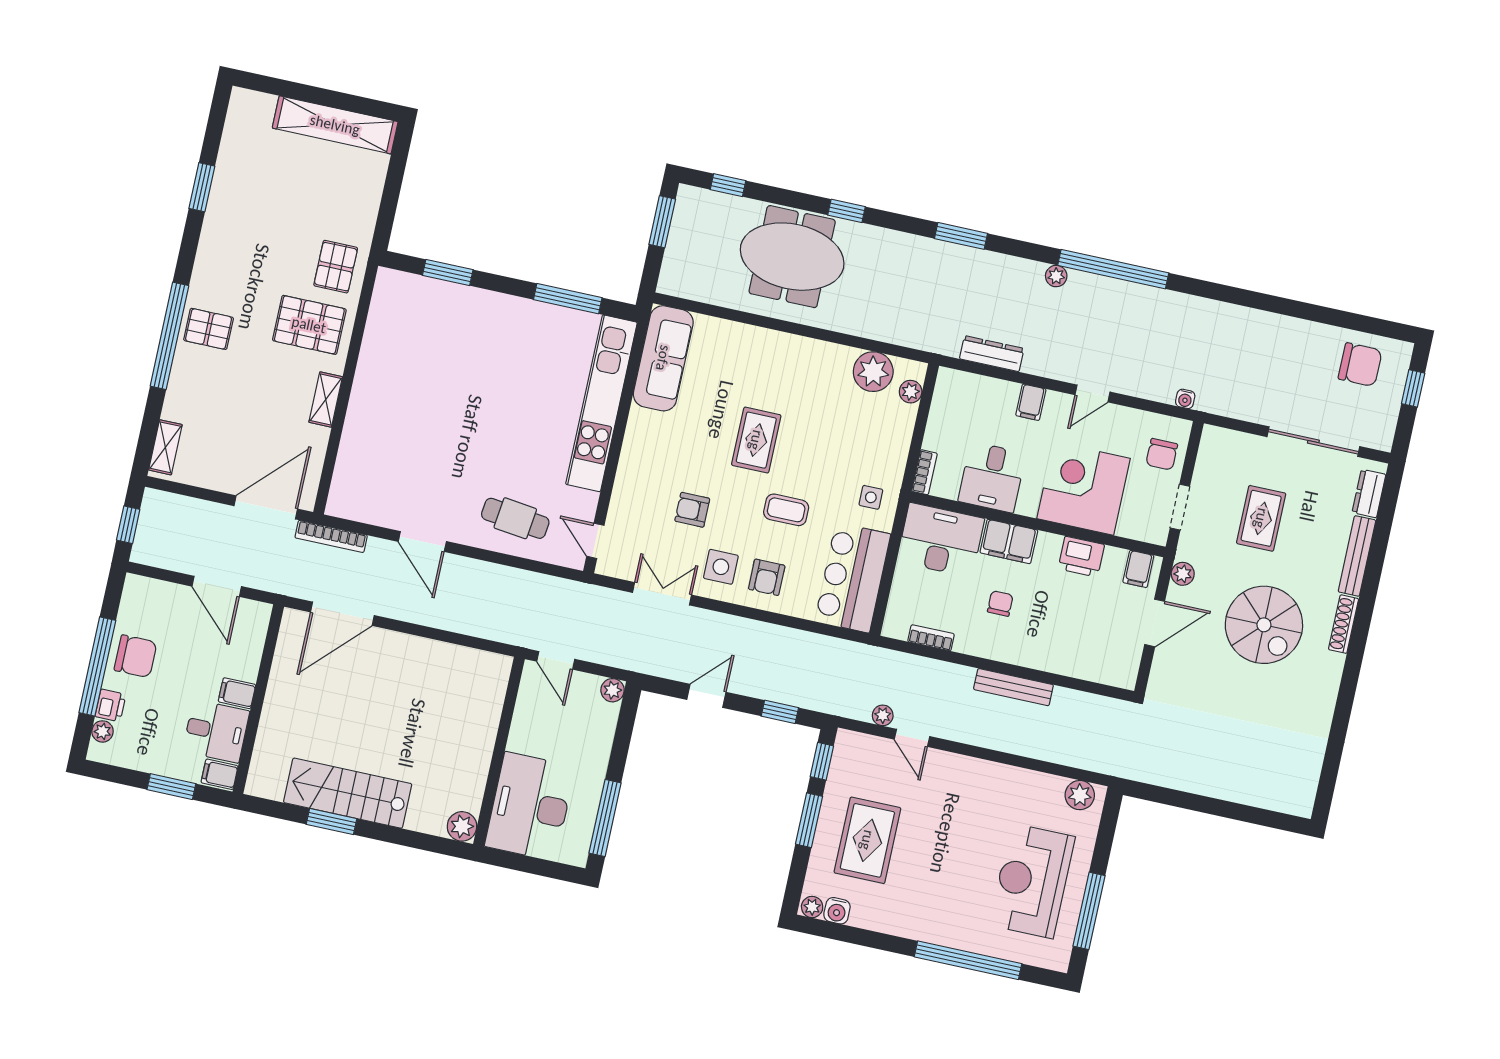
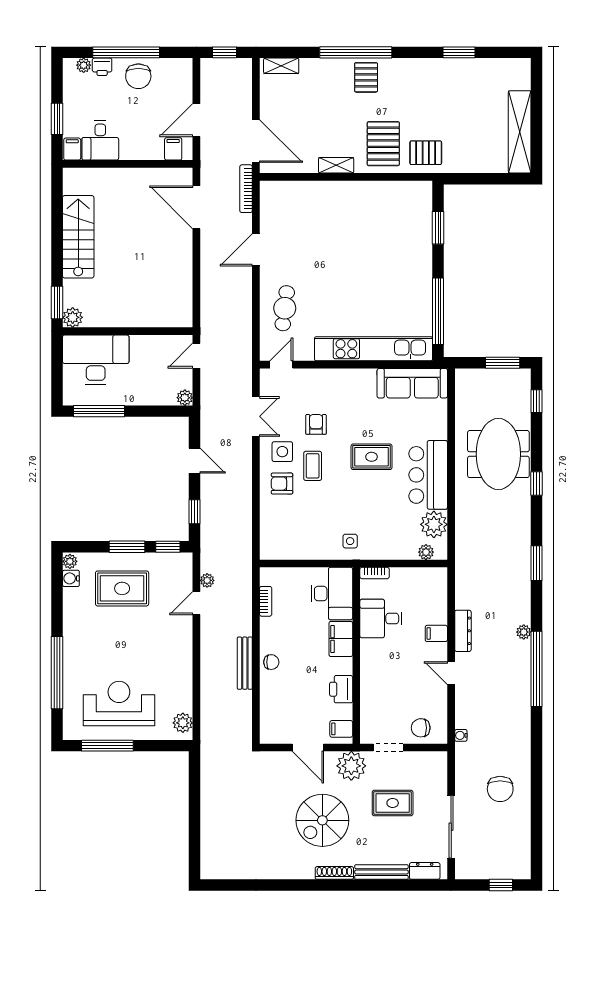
window: (568, 299) -> (438, 311), width x1.46
dresser: (992, 354) -> (463, 631), moved
chair: (1360, 365) -> (500, 789), moved
corner desk: (1084, 489) -> (387, 681), removed
coffee table: (786, 510) -> (313, 466), moved
plant: (1183, 574) -> (351, 766), width x1.87, depth x1.87
bar counter: (853, 578) -> (428, 475), moved, turned -90
chair: (1000, 604) -> (271, 662), moved
filing cabinet: (237, 693) -> (173, 149), moved
window: (331, 821) -> (57, 303), moved

